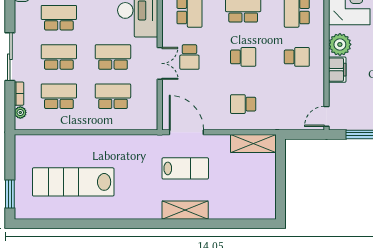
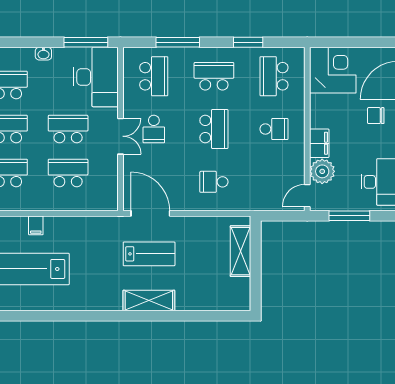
plant: (340, 44) -> (322, 171), moved
school desk: (243, 57) -> (214, 129), width x1.85
filing cabinet: (84, 143) -> (36, 225), added
shelving: (253, 144) -> (241, 251), moved, turned 90

